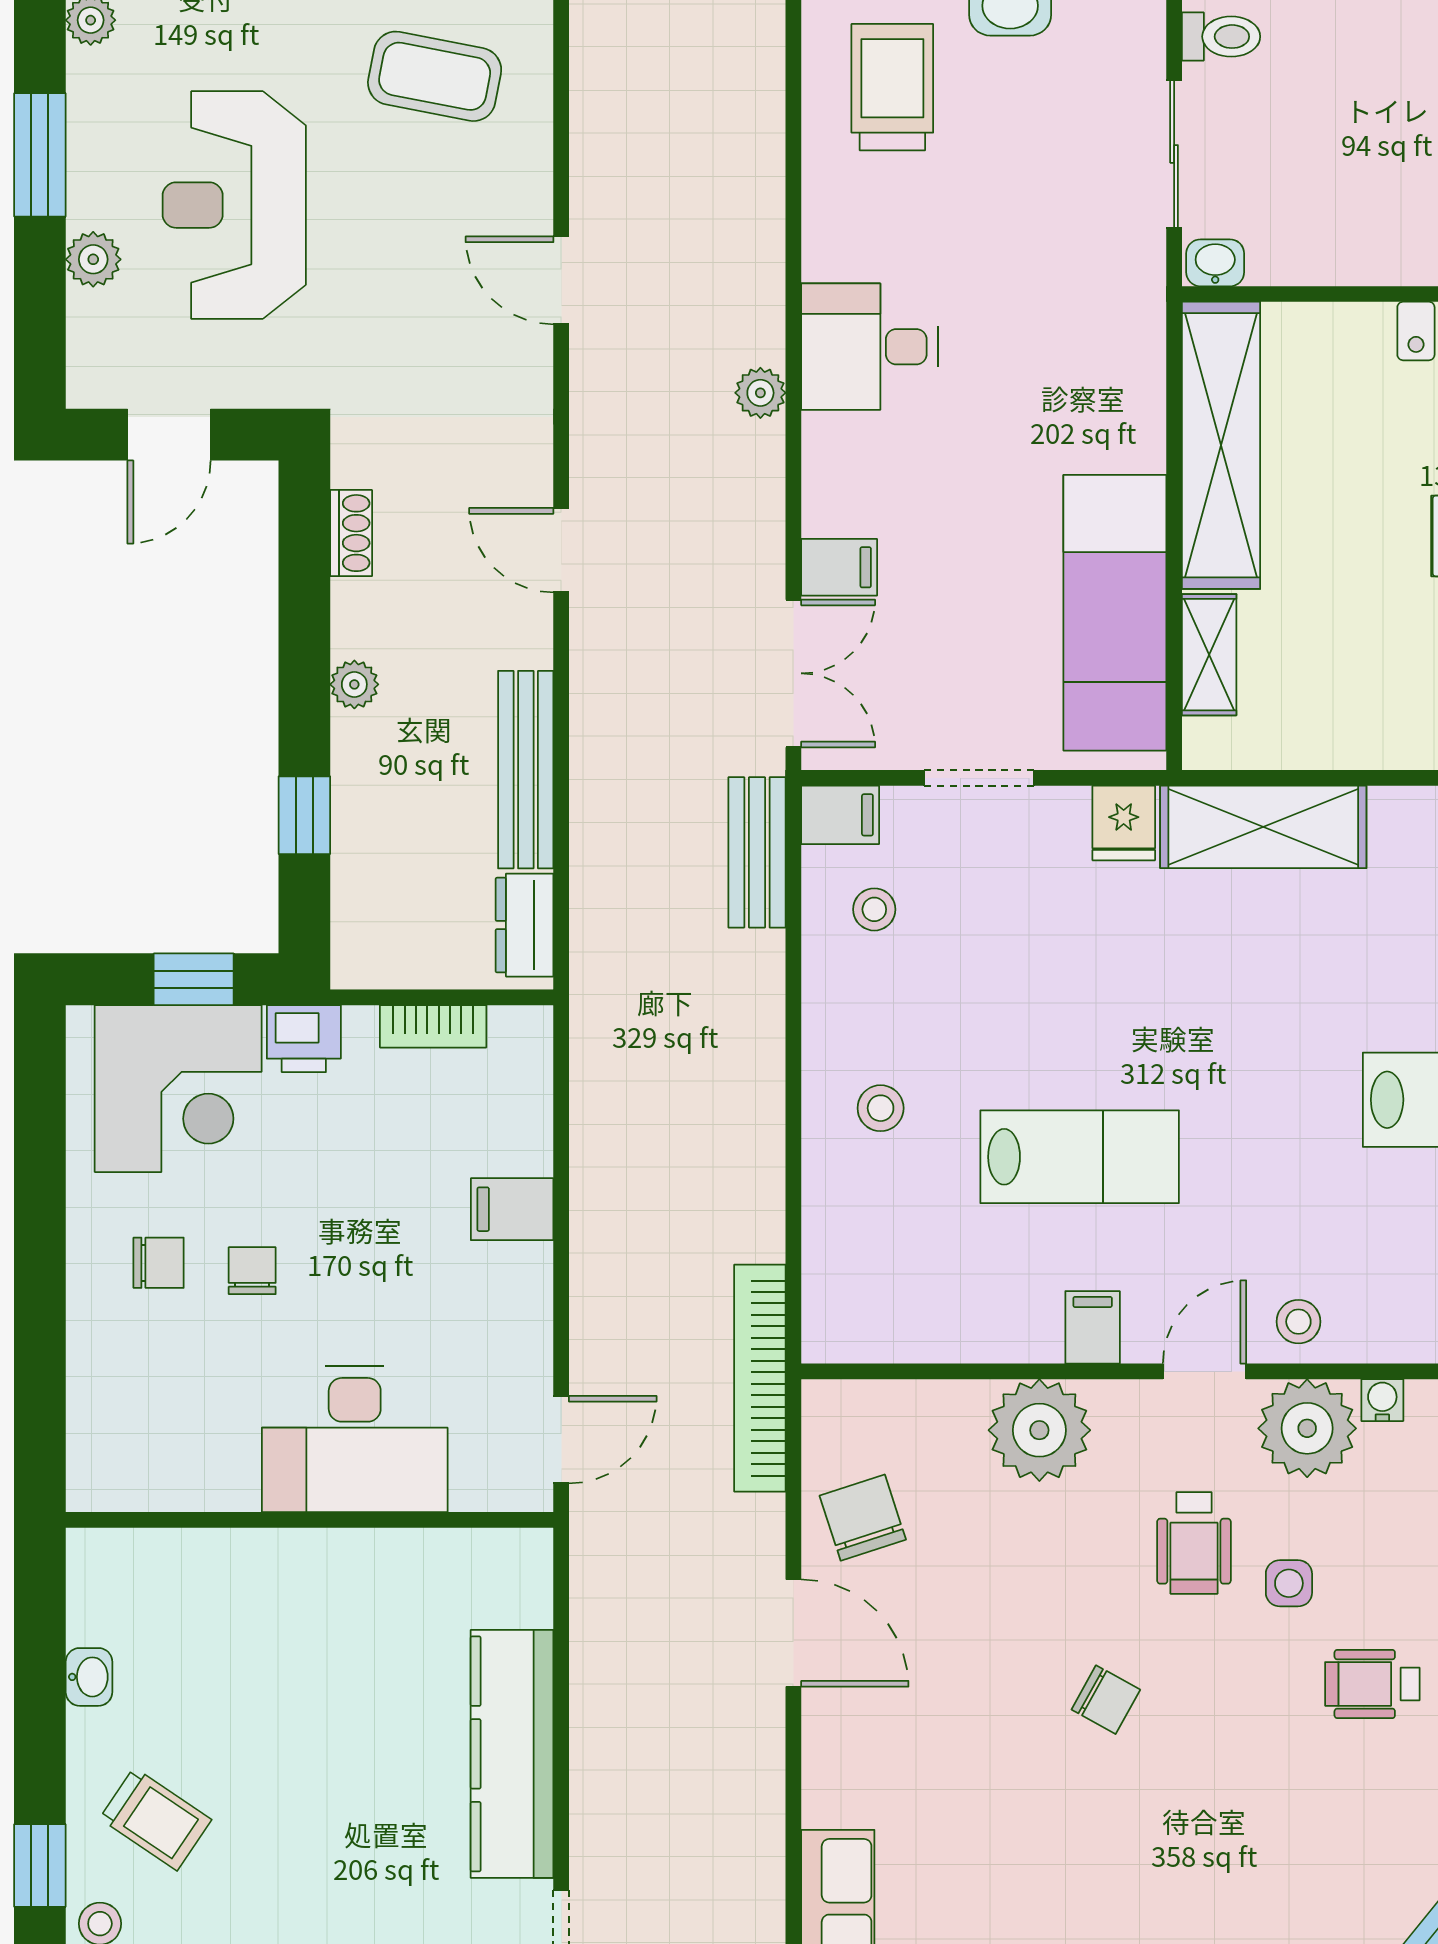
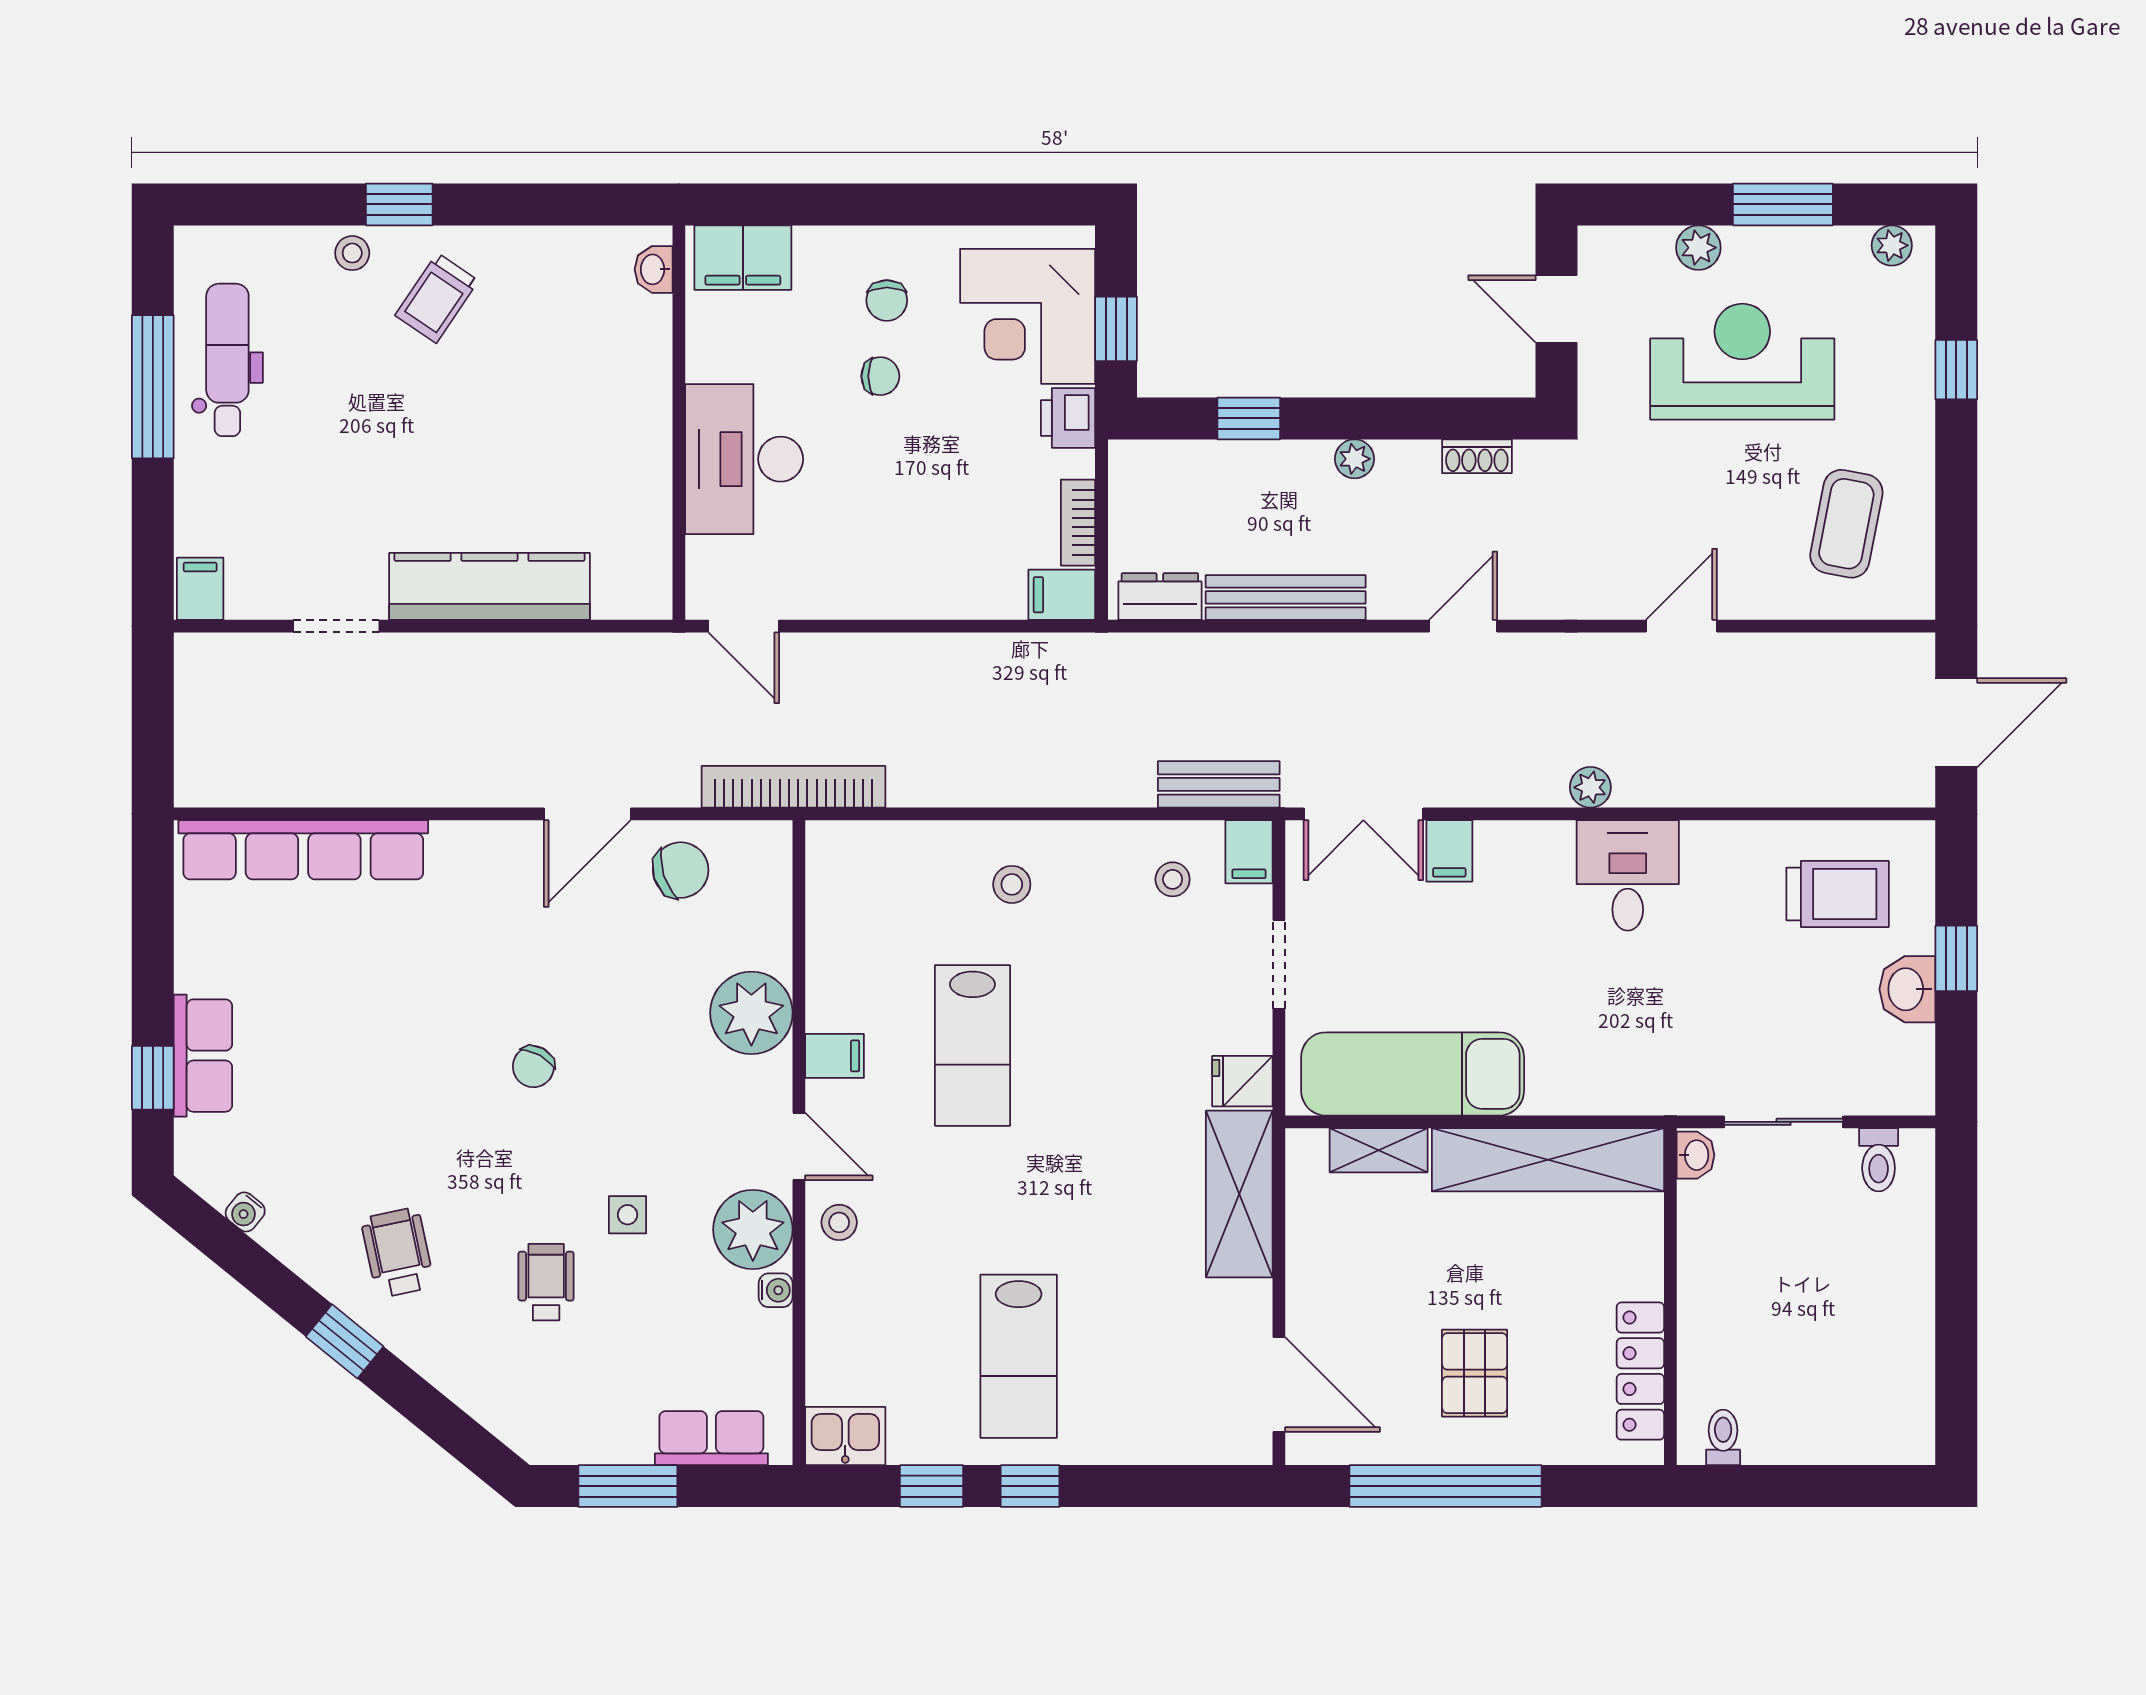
filing cabinet: (512, 1209) -> (1062, 595), moved, turned -90
filing cabinet: (106, 1441) -> (743, 258), added
wheelchair: (1194, 1543) -> (398, 1253), moved, turned 78
washbasin: (89, 1677) -> (654, 269), moved, turned 90

